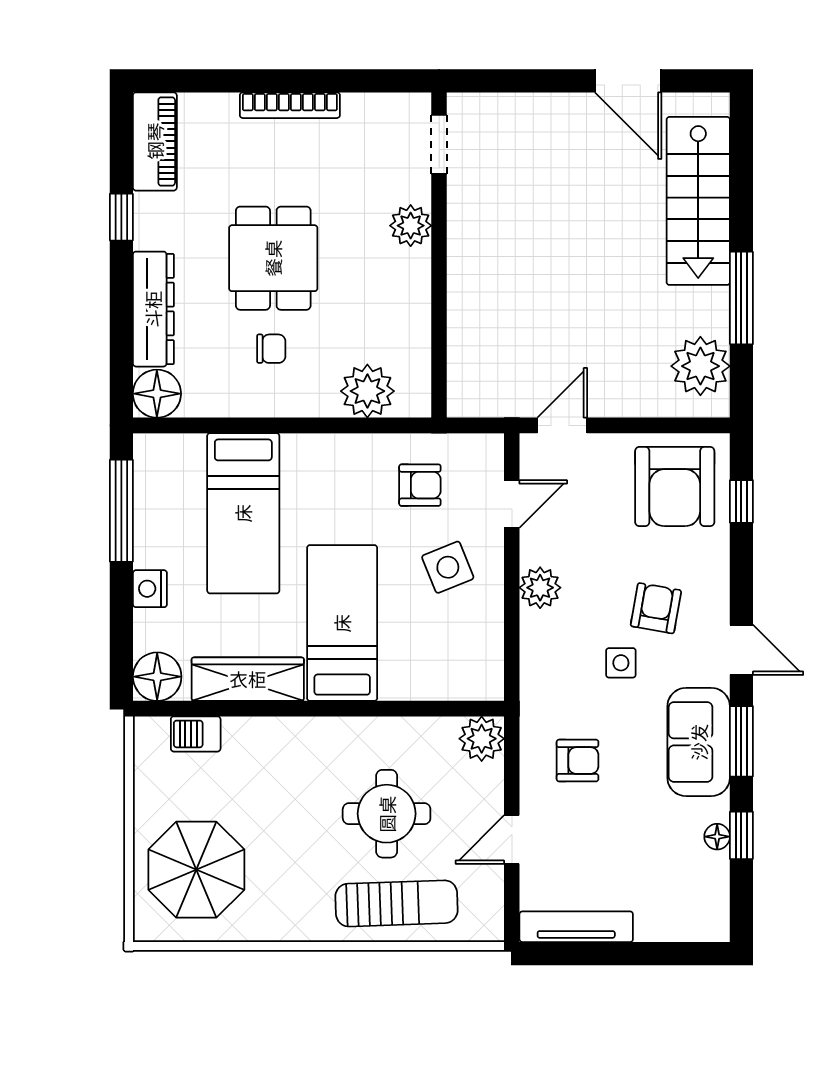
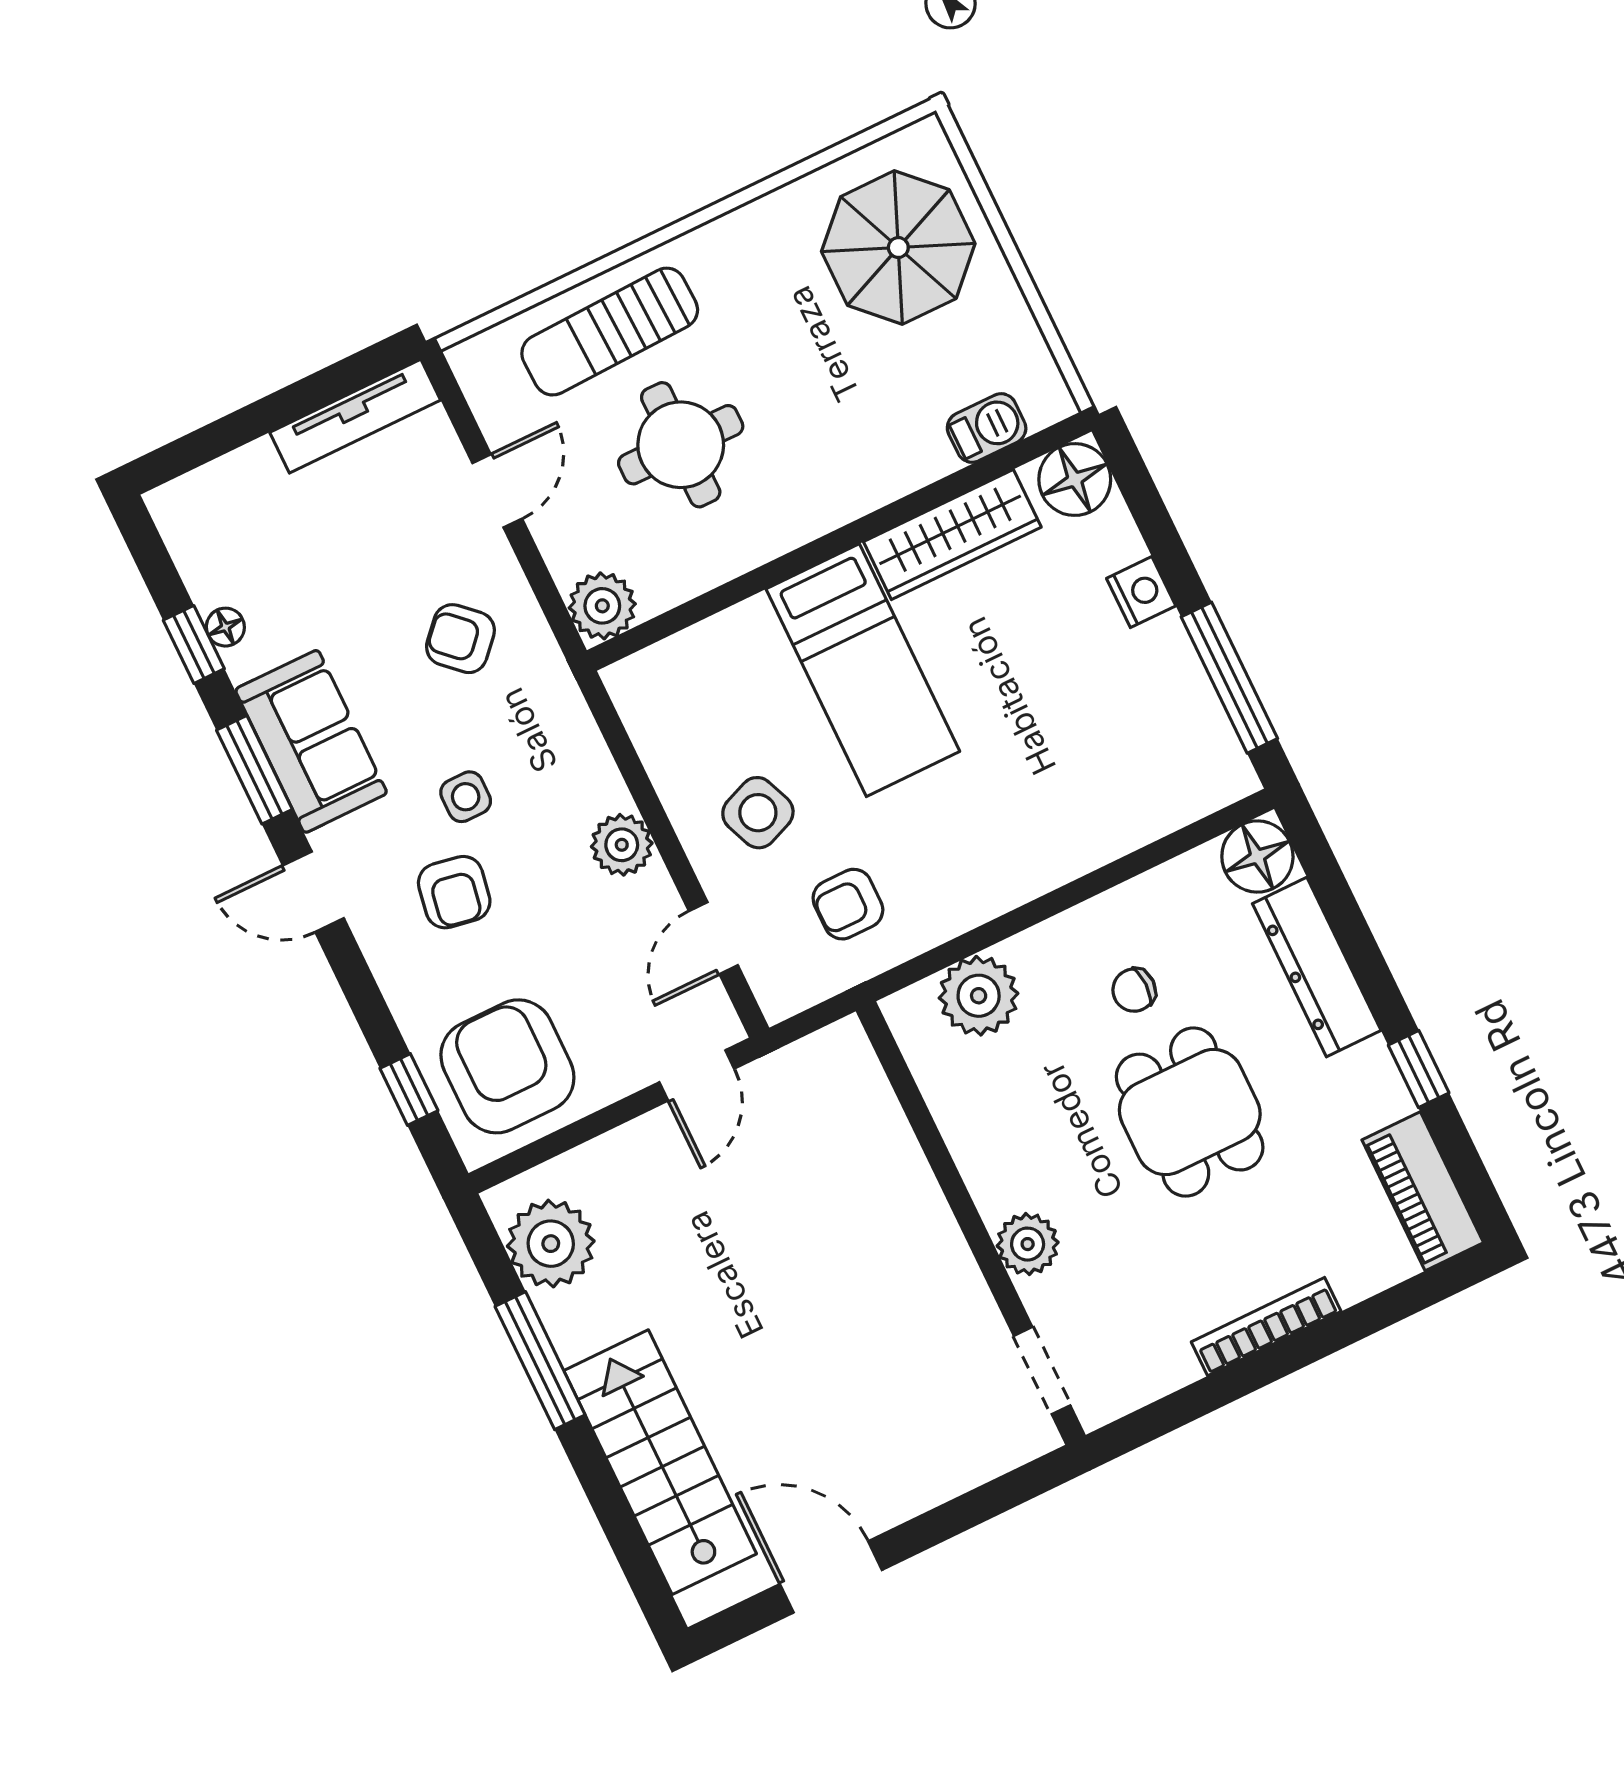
bed: (243, 513) -> (1065, 753), removed
armchair: (578, 761) -> (460, 639), turned 43

